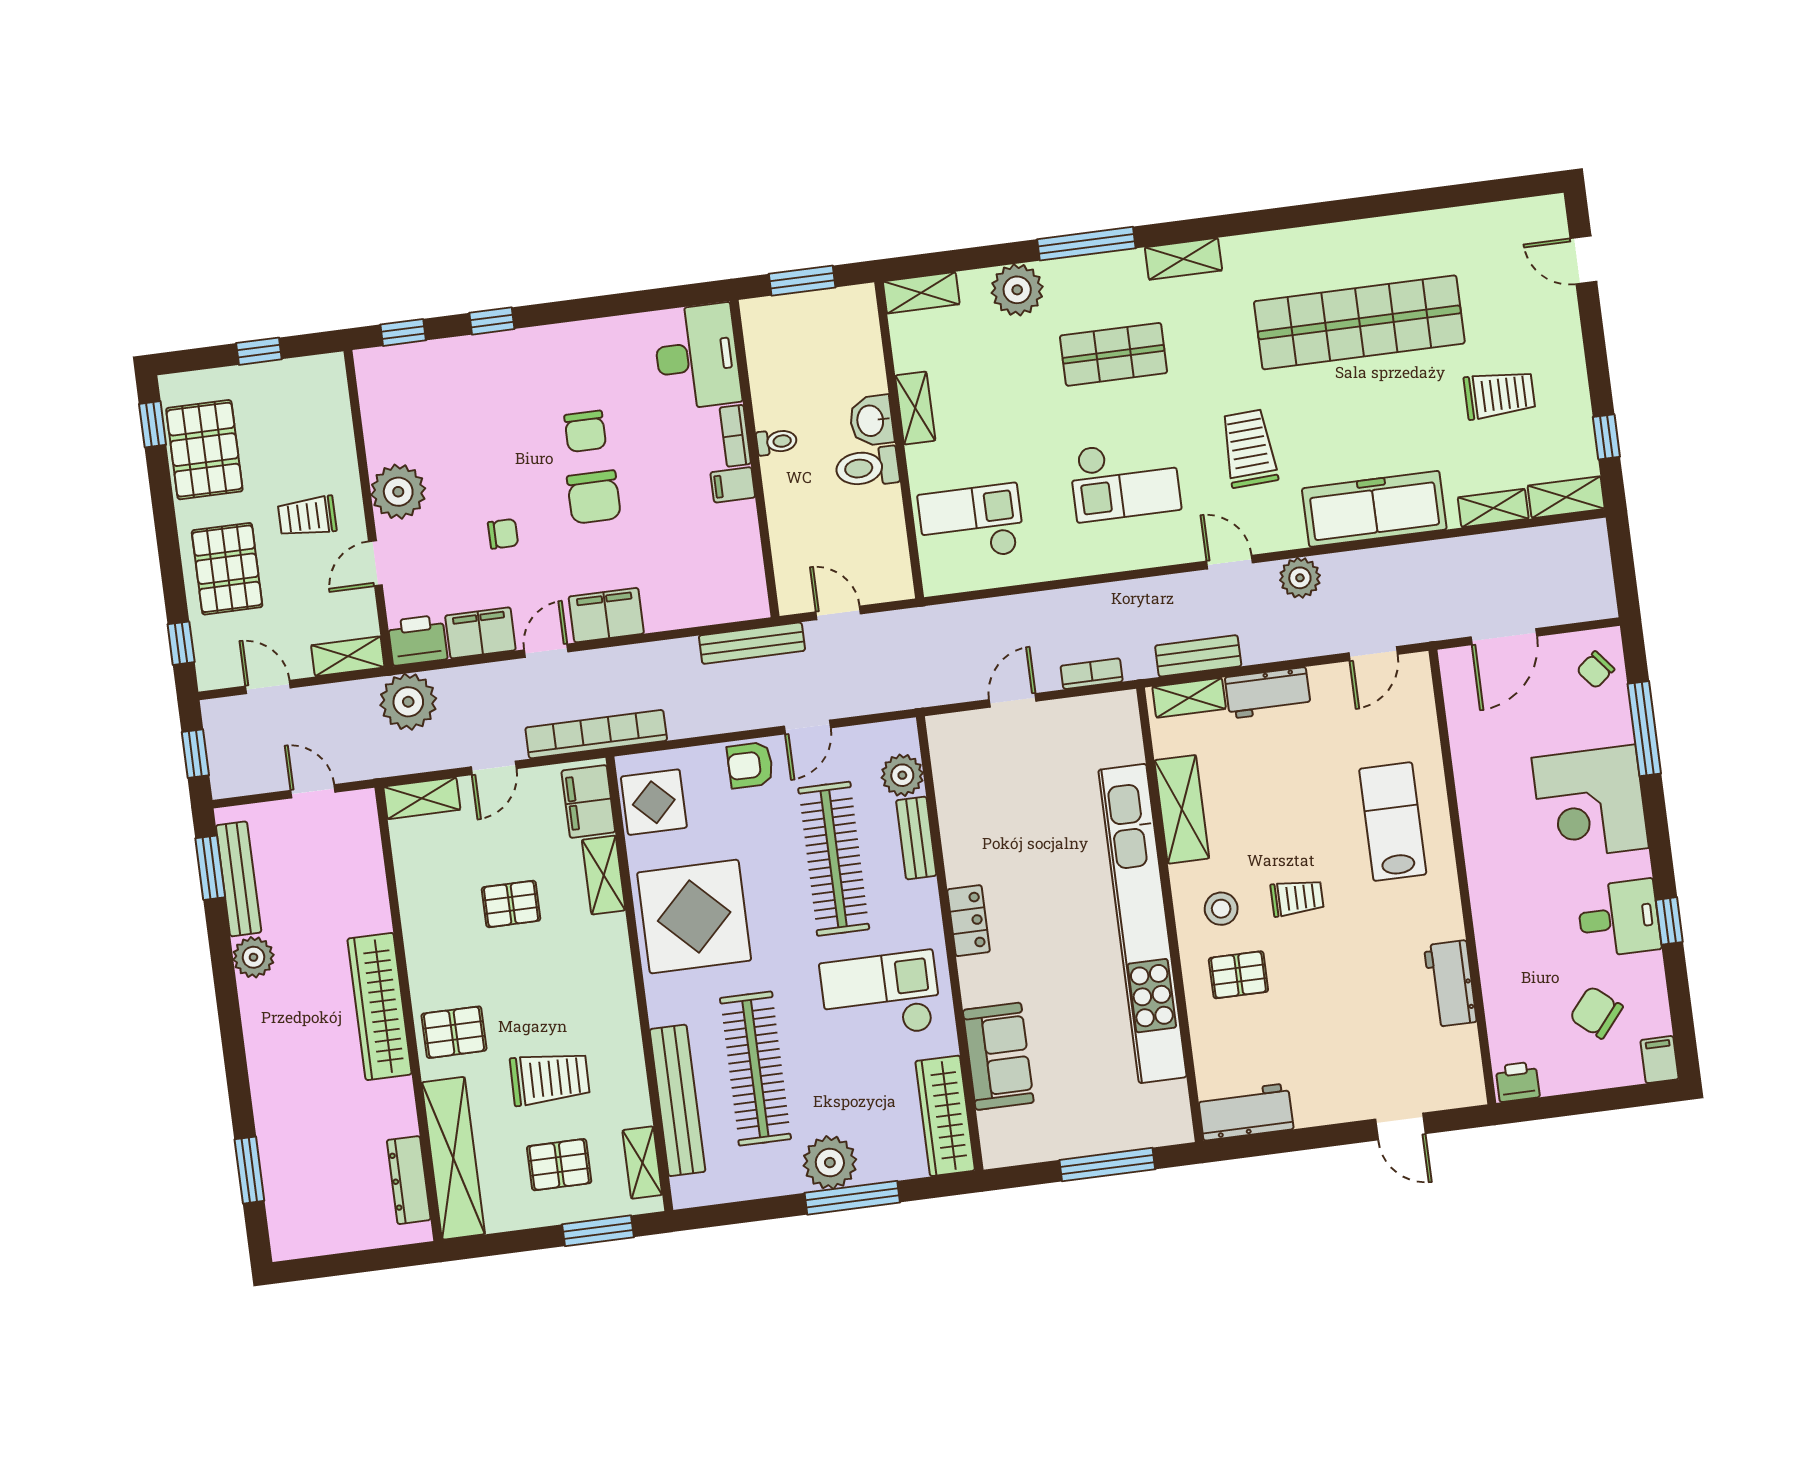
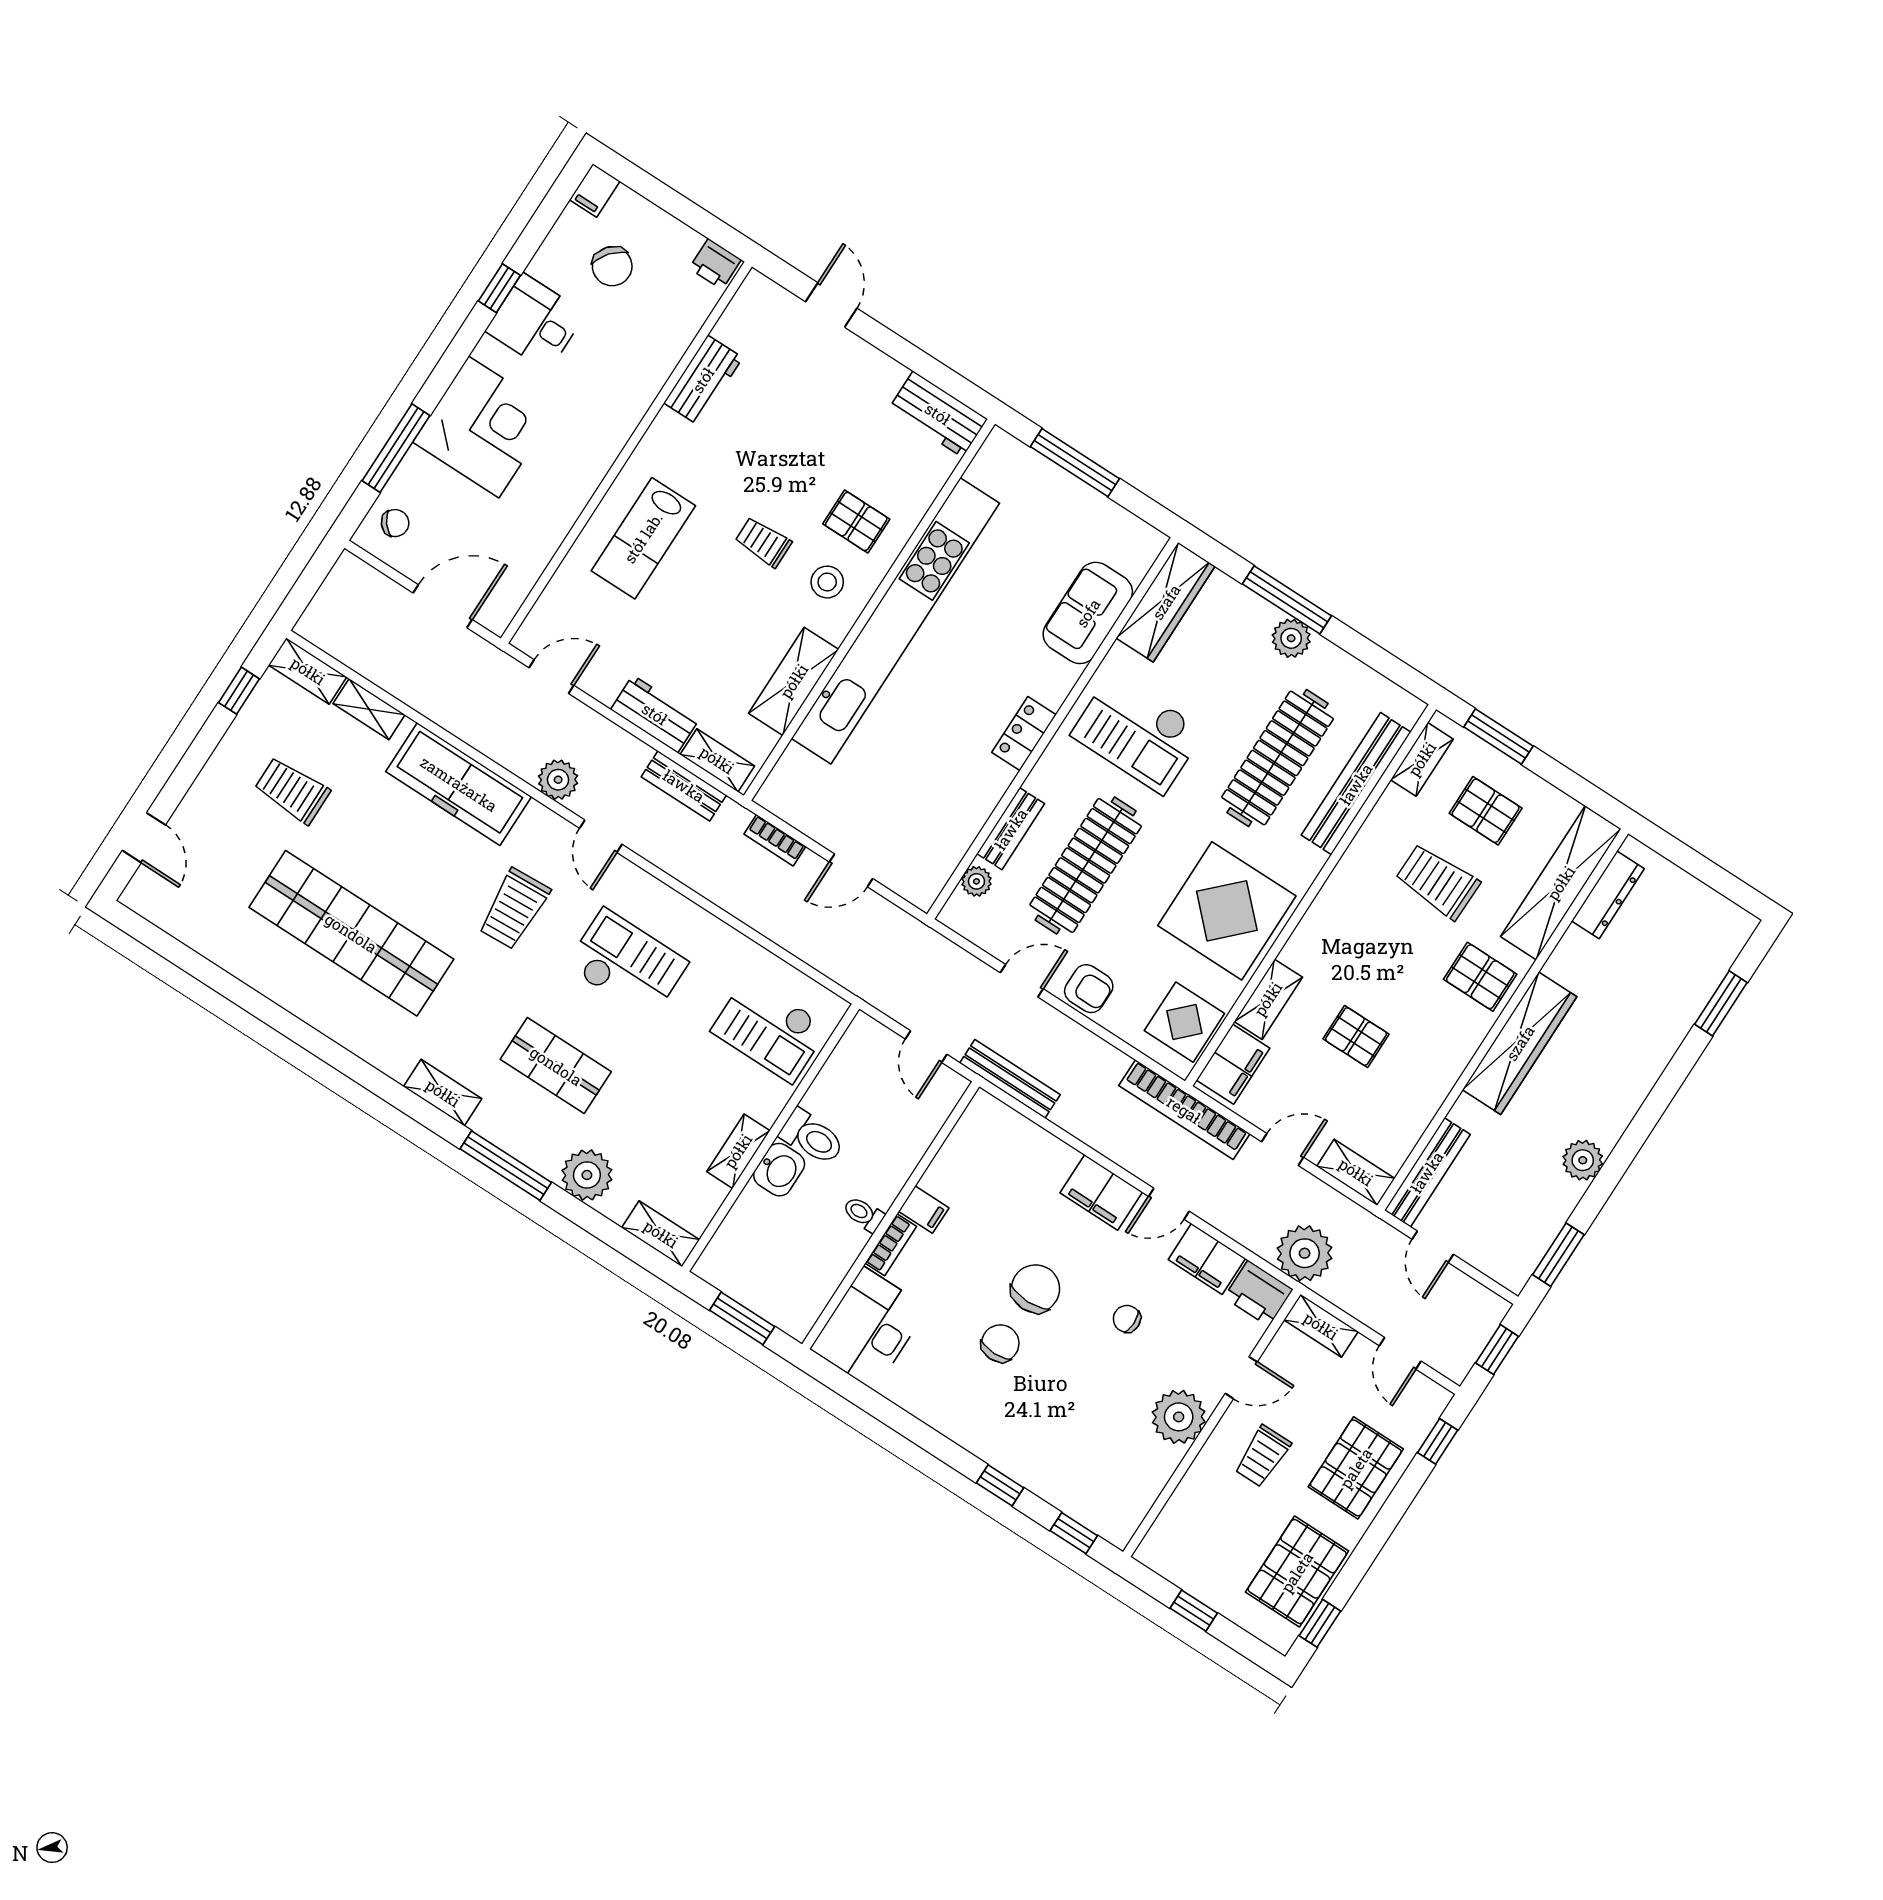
trolley: (307, 516) -> (1263, 1456), turned 90
plant: (902, 775) -> (976, 881), width x0.73, depth x0.73
bench: (239, 879) -> (1427, 1172), moved
plant: (830, 1163) -> (1291, 638), width x0.73, depth x0.73

